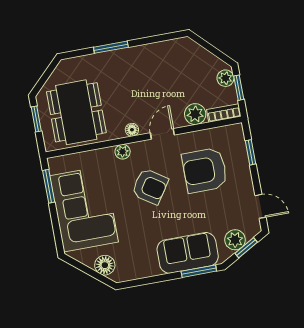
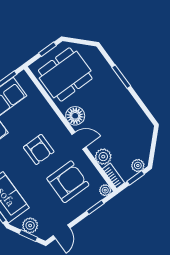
floor lamp: (132, 130) -> (75, 116), width x1.89, depth x1.89
plant: (123, 152) -> (105, 190), moved
armchair: (205, 170) -> (68, 182), turned 90
armchair: (150, 186) -> (39, 149), turned -34

